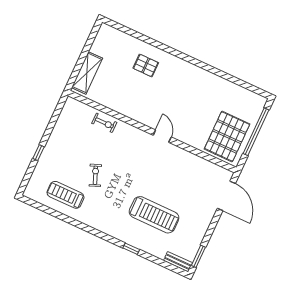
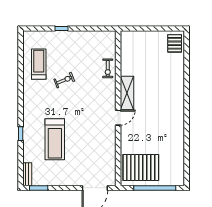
pallet: (146, 65) -> (175, 43), moved
shelving: (87, 73) -> (127, 93), moved, turned 90

